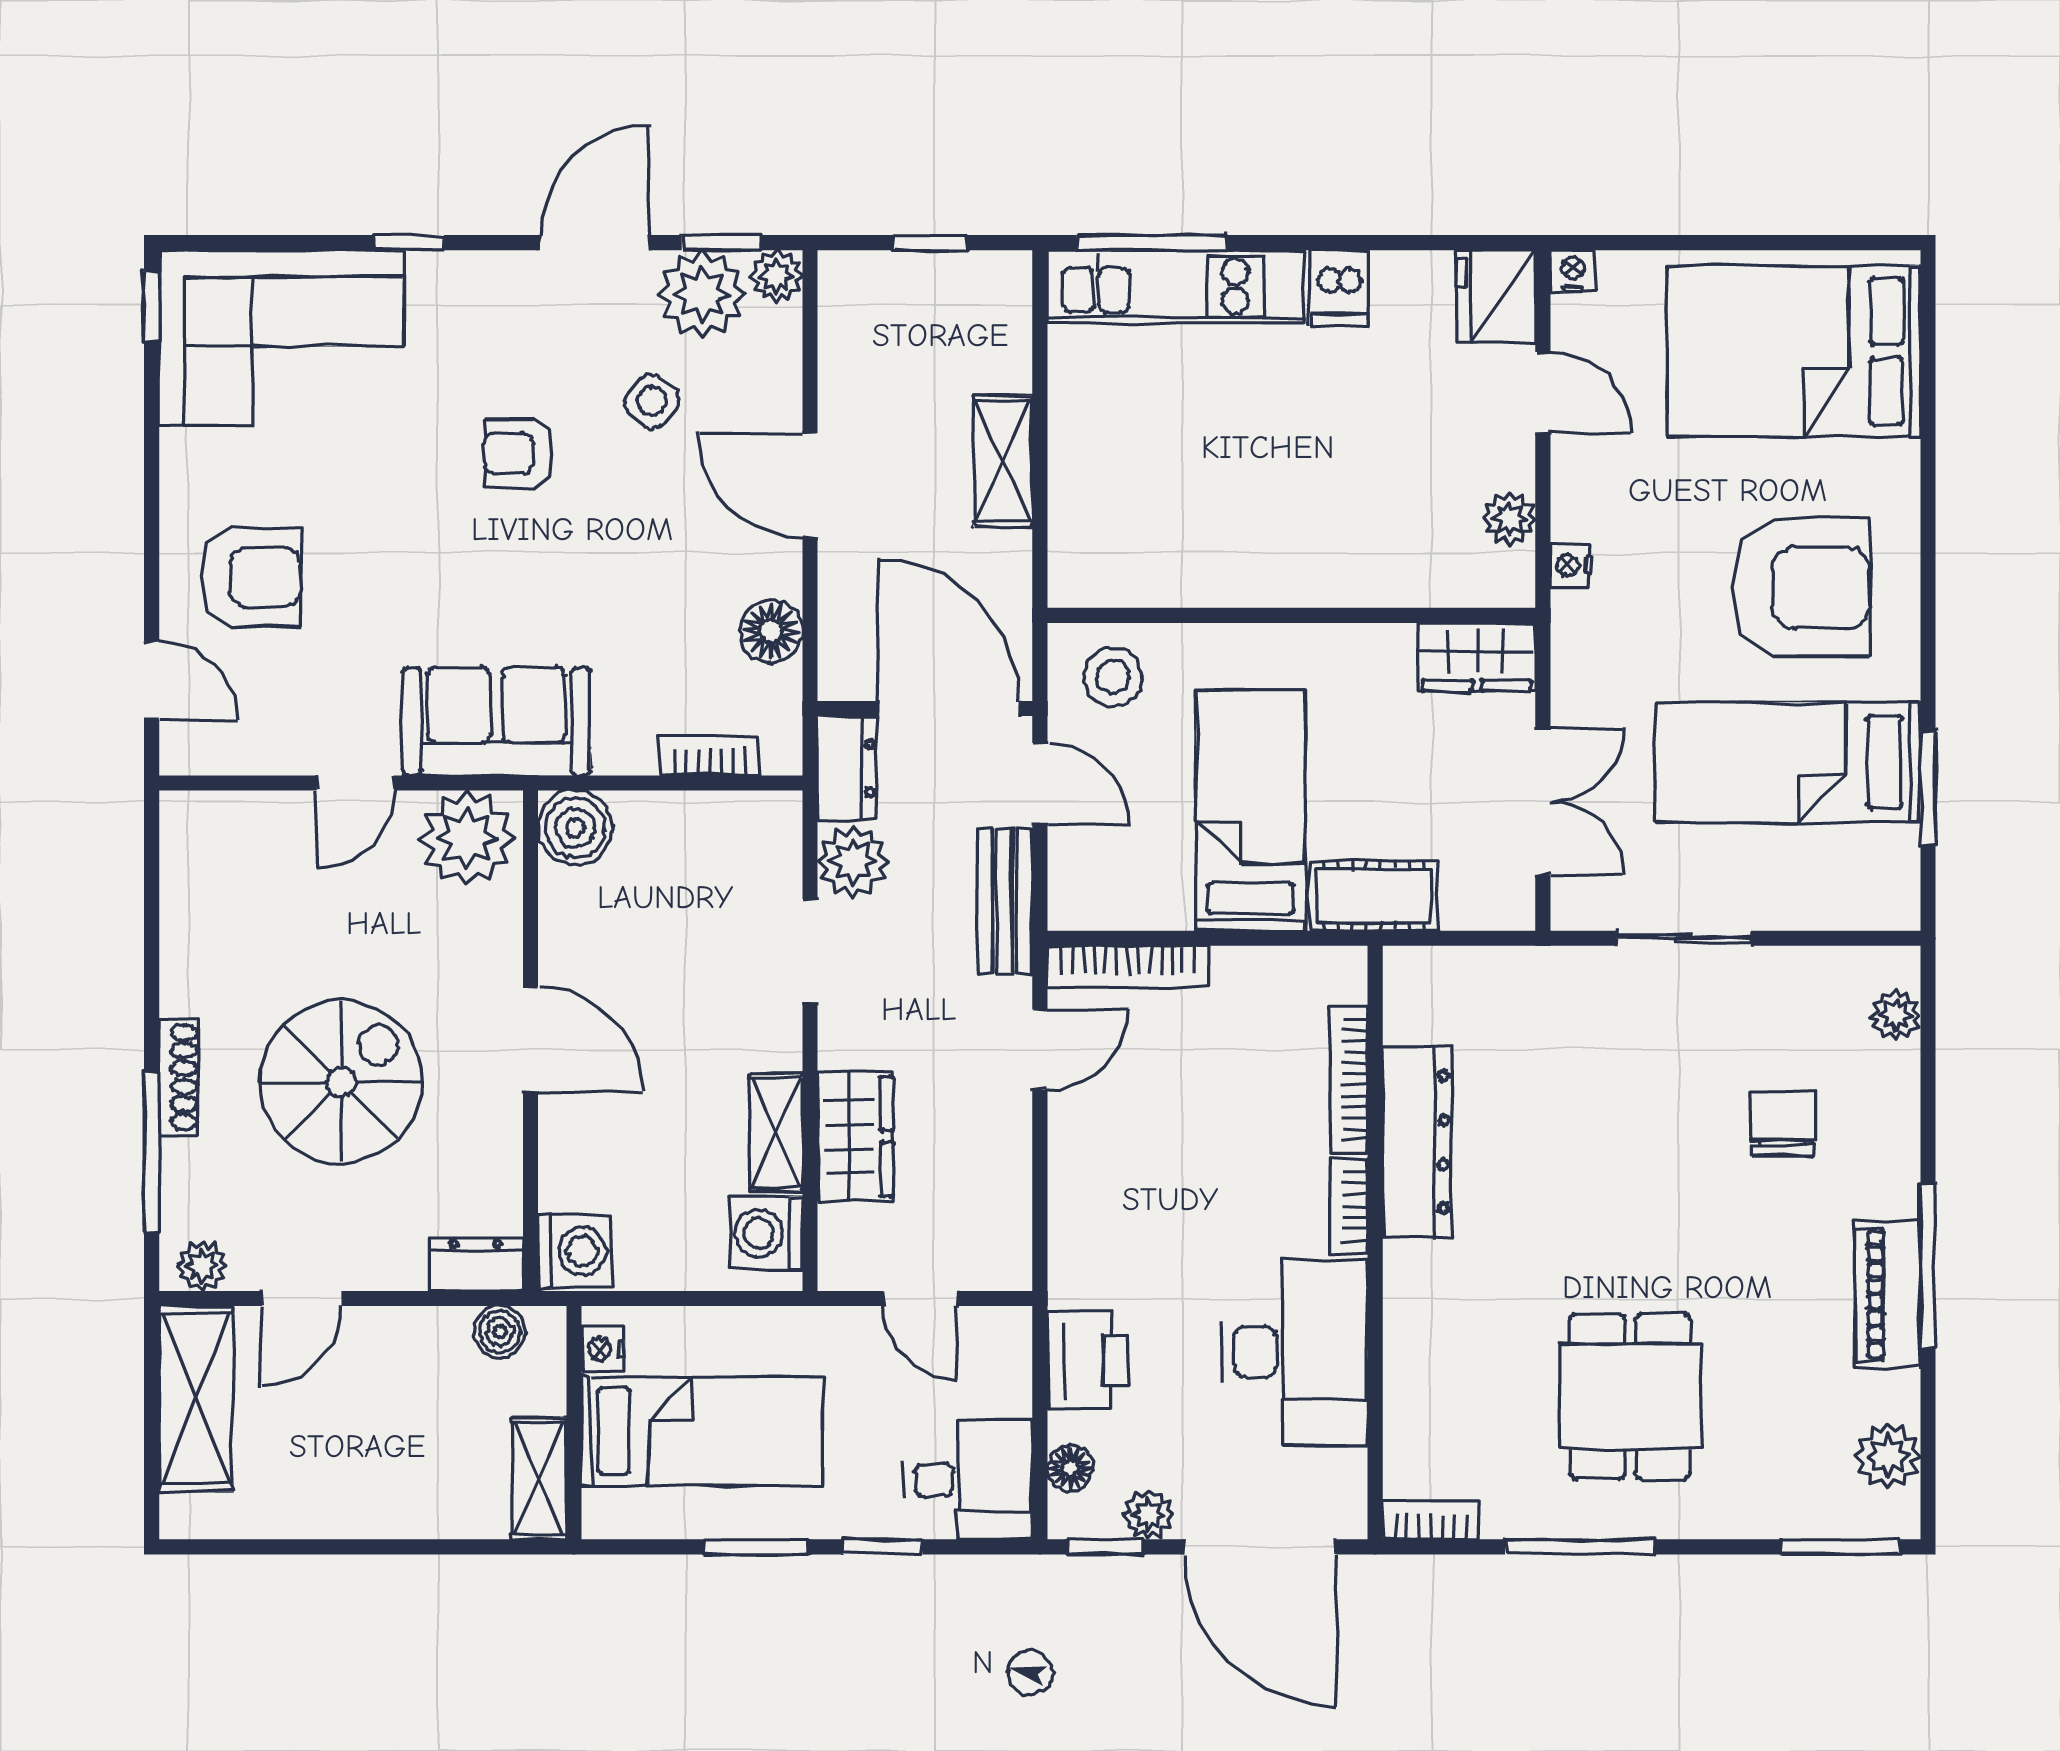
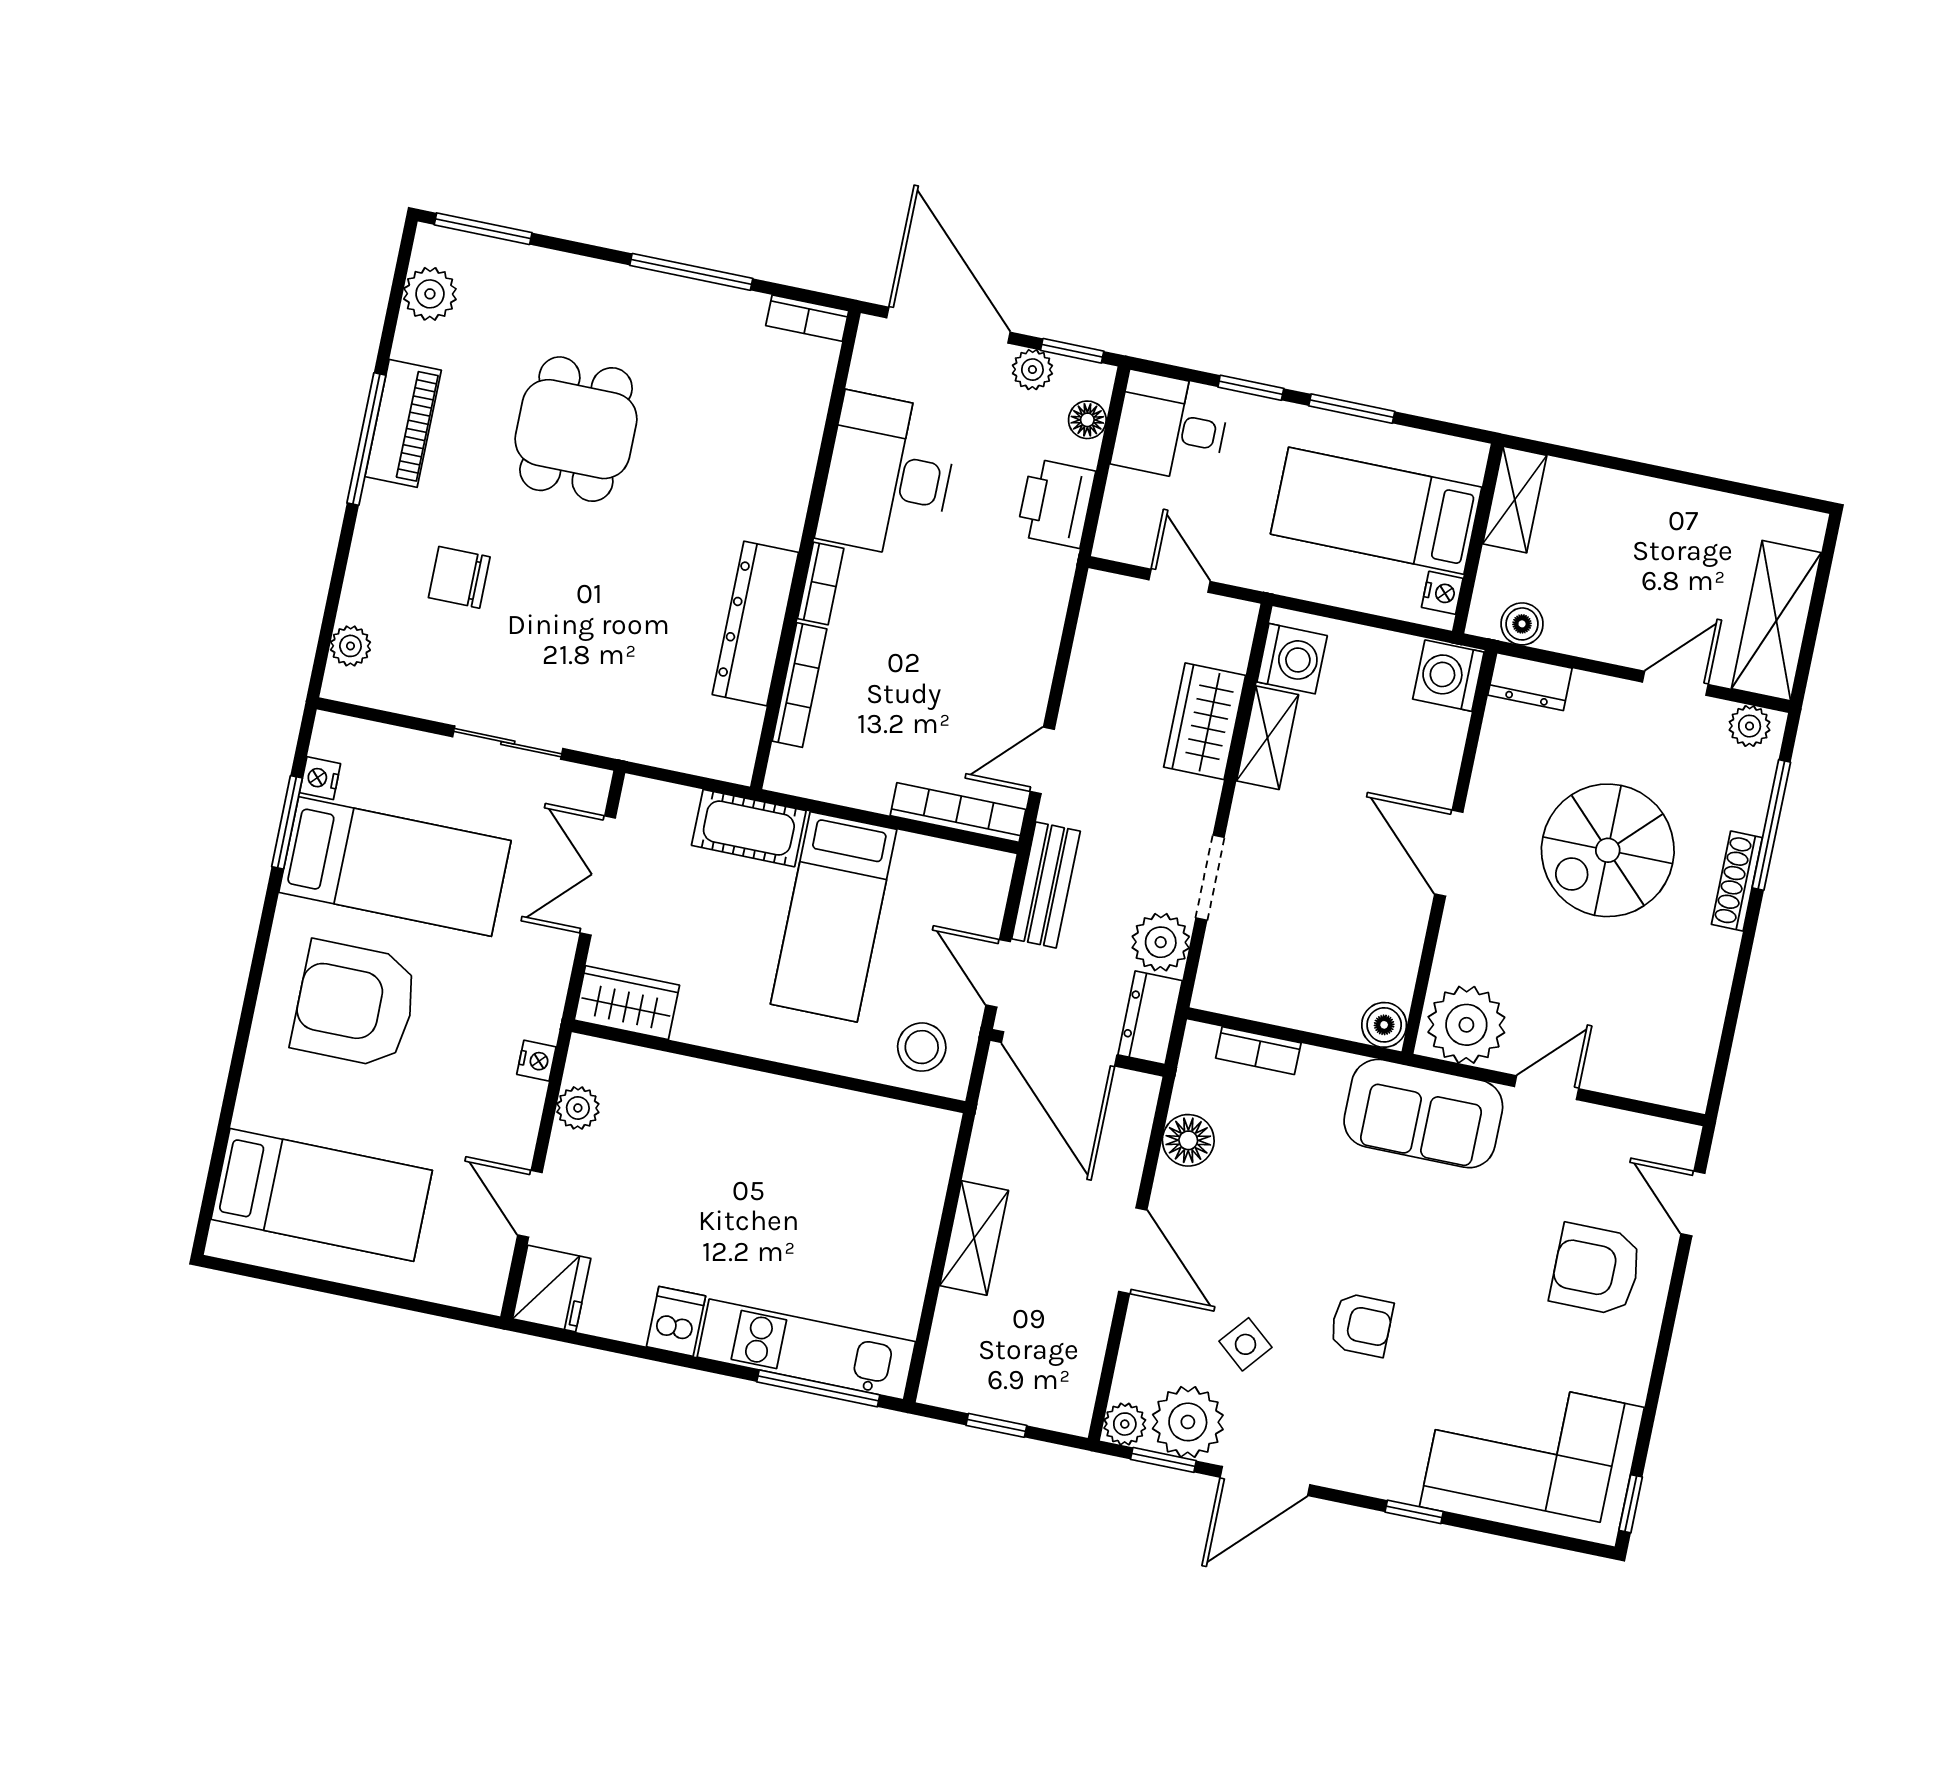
nightstand: (1573, 271) -> (320, 778), moved, turned 90
bed: (1794, 351) -> (322, 1195), width x0.67
boiler: (575, 828) -> (1384, 1025), width x0.73, depth x0.73
chair: (1783, 1124) -> (459, 577), turned 90
dining table: (1630, 1396) -> (576, 429), moved

